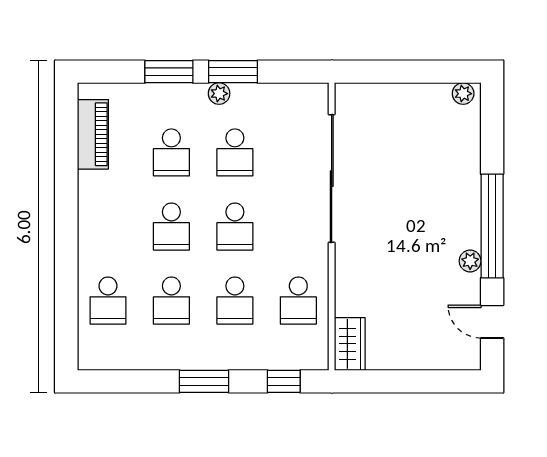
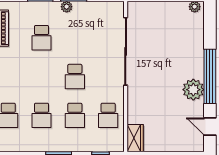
school desk: (235, 152) -> (75, 38), removed
school desk: (171, 227) -> (42, 77), removed
plant: (470, 261) -> (193, 90), width x1.88, depth x1.88

